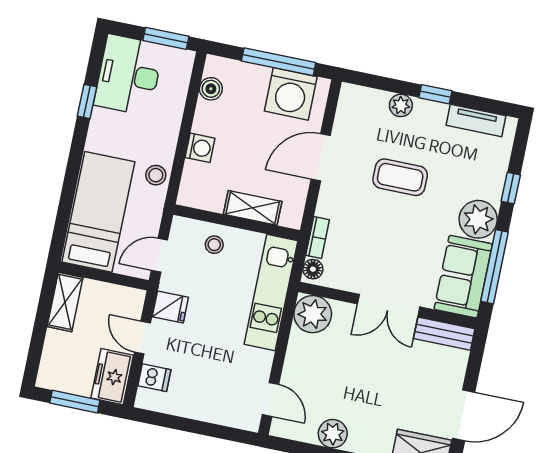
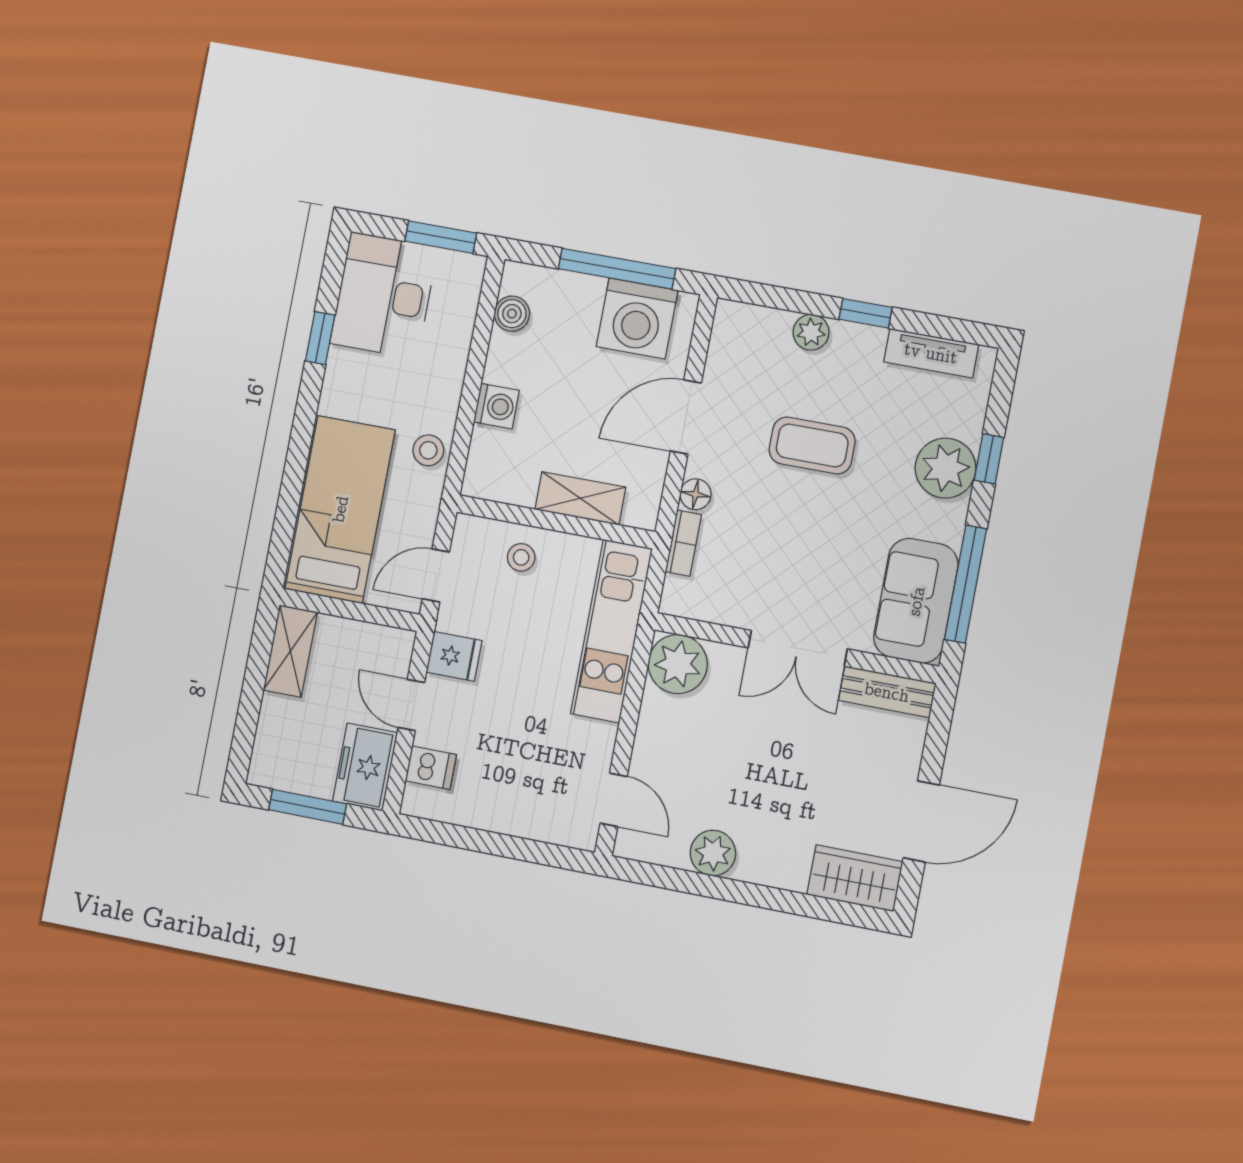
plant: (478, 219) -> (946, 468), moved
floor lamp: (313, 269) -> (695, 494), moved

